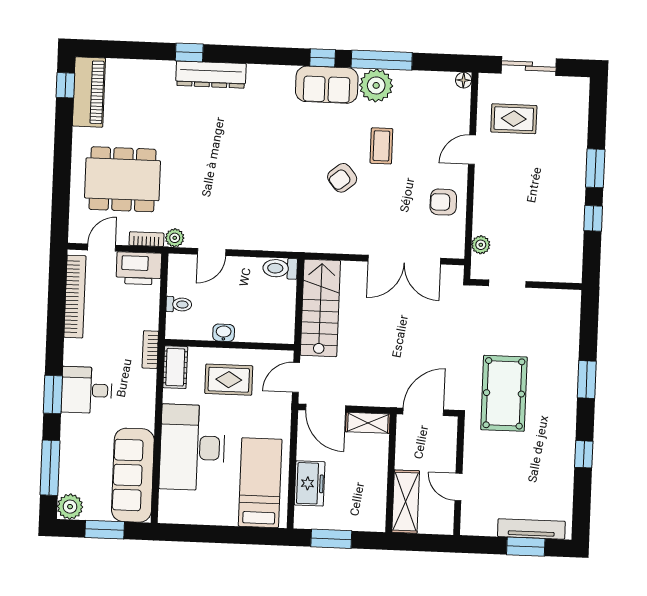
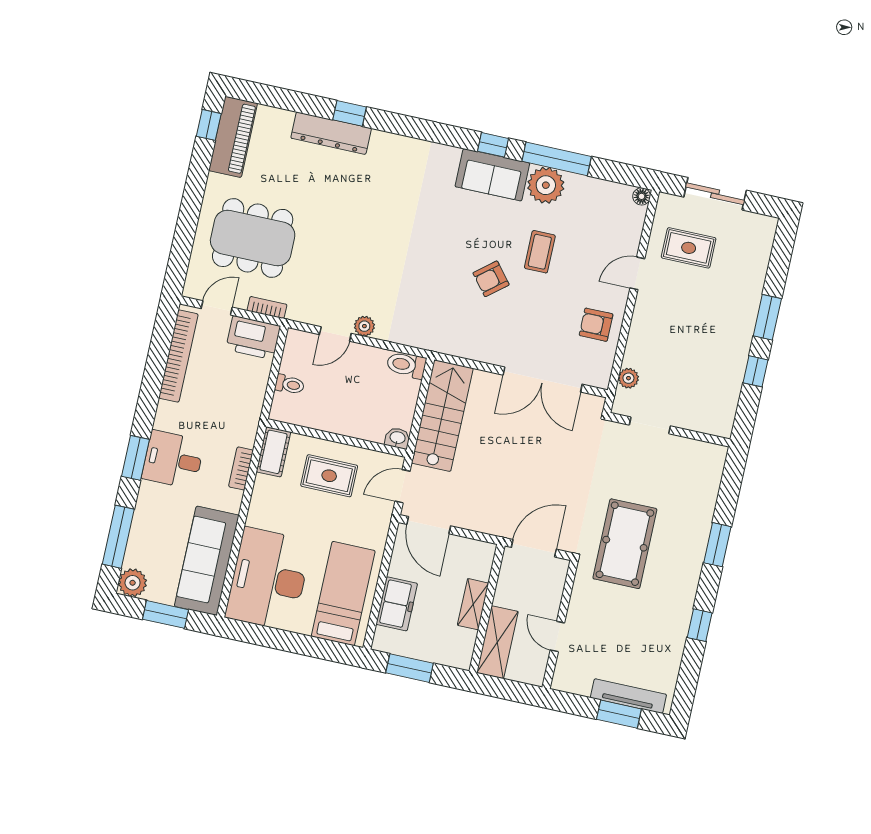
dresser: (211, 75) -> (331, 133), moved
plant: (175, 238) -> (364, 326), moved
washbasin: (224, 333) -> (397, 438), moved
bookcase: (150, 350) -> (241, 468), moved
shelving: (368, 423) -> (473, 604), moved, turned 90
desk: (192, 447) -> (268, 579), moved

